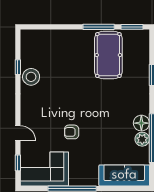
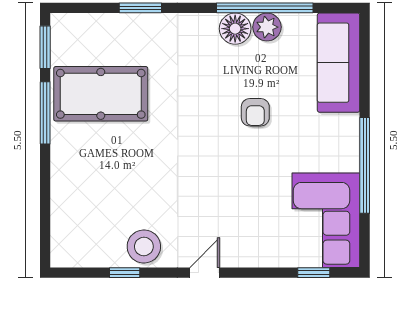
armchair: (72, 132) -> (255, 112), moved
door: (18, 133) -> (205, 273), moved

